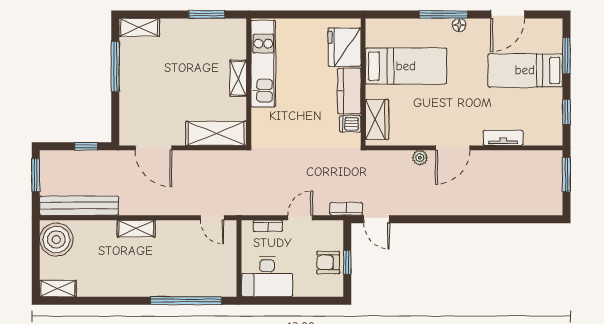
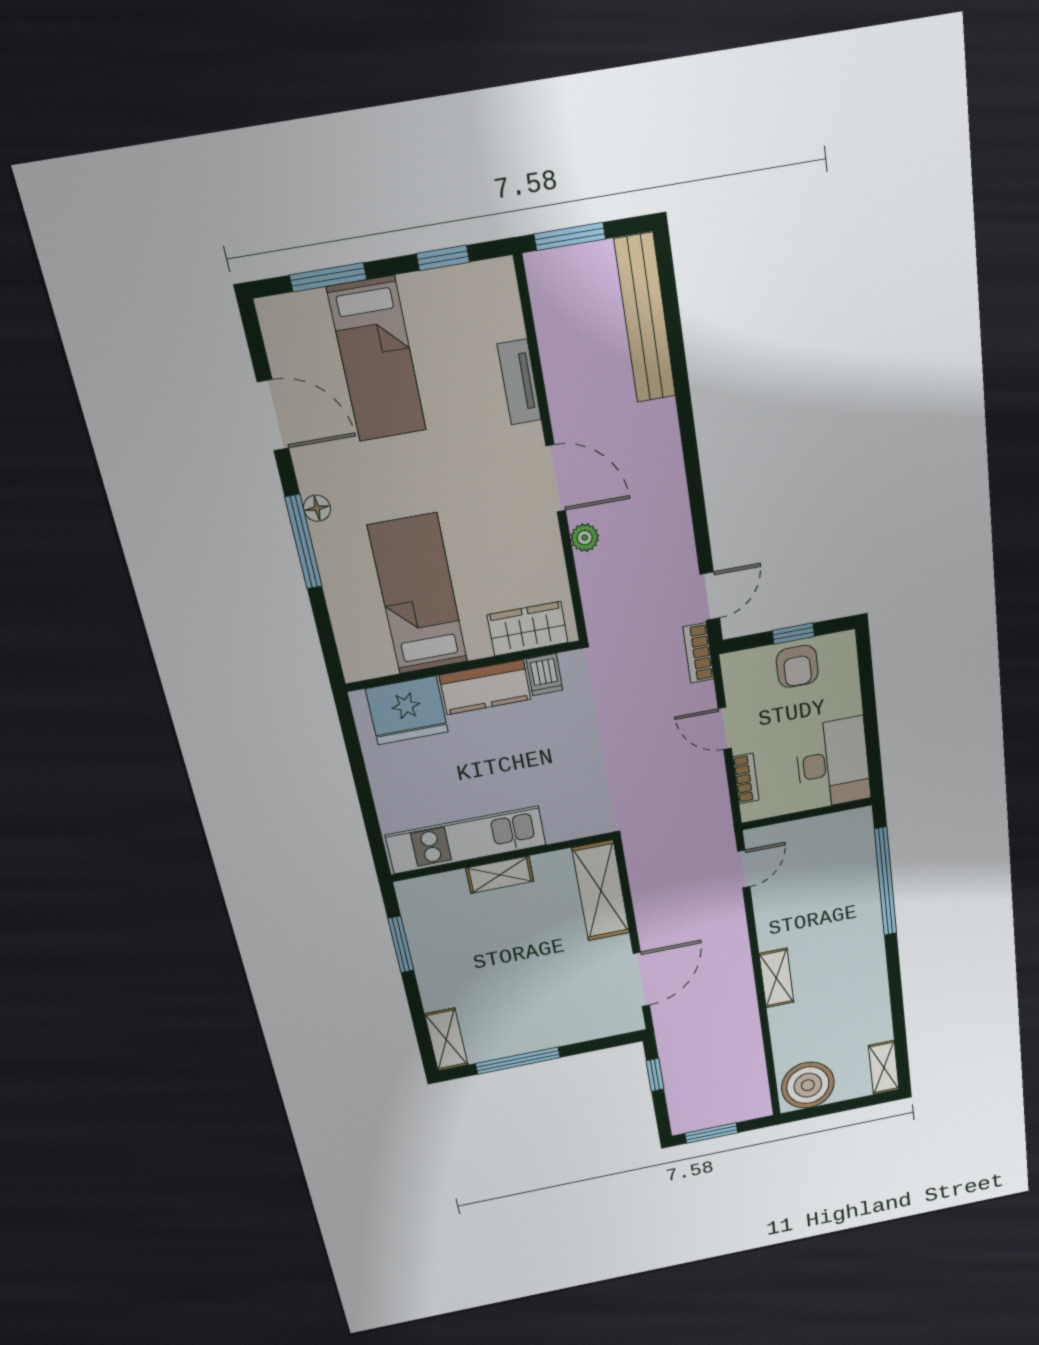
bench: (79, 206) -> (645, 319), moved

